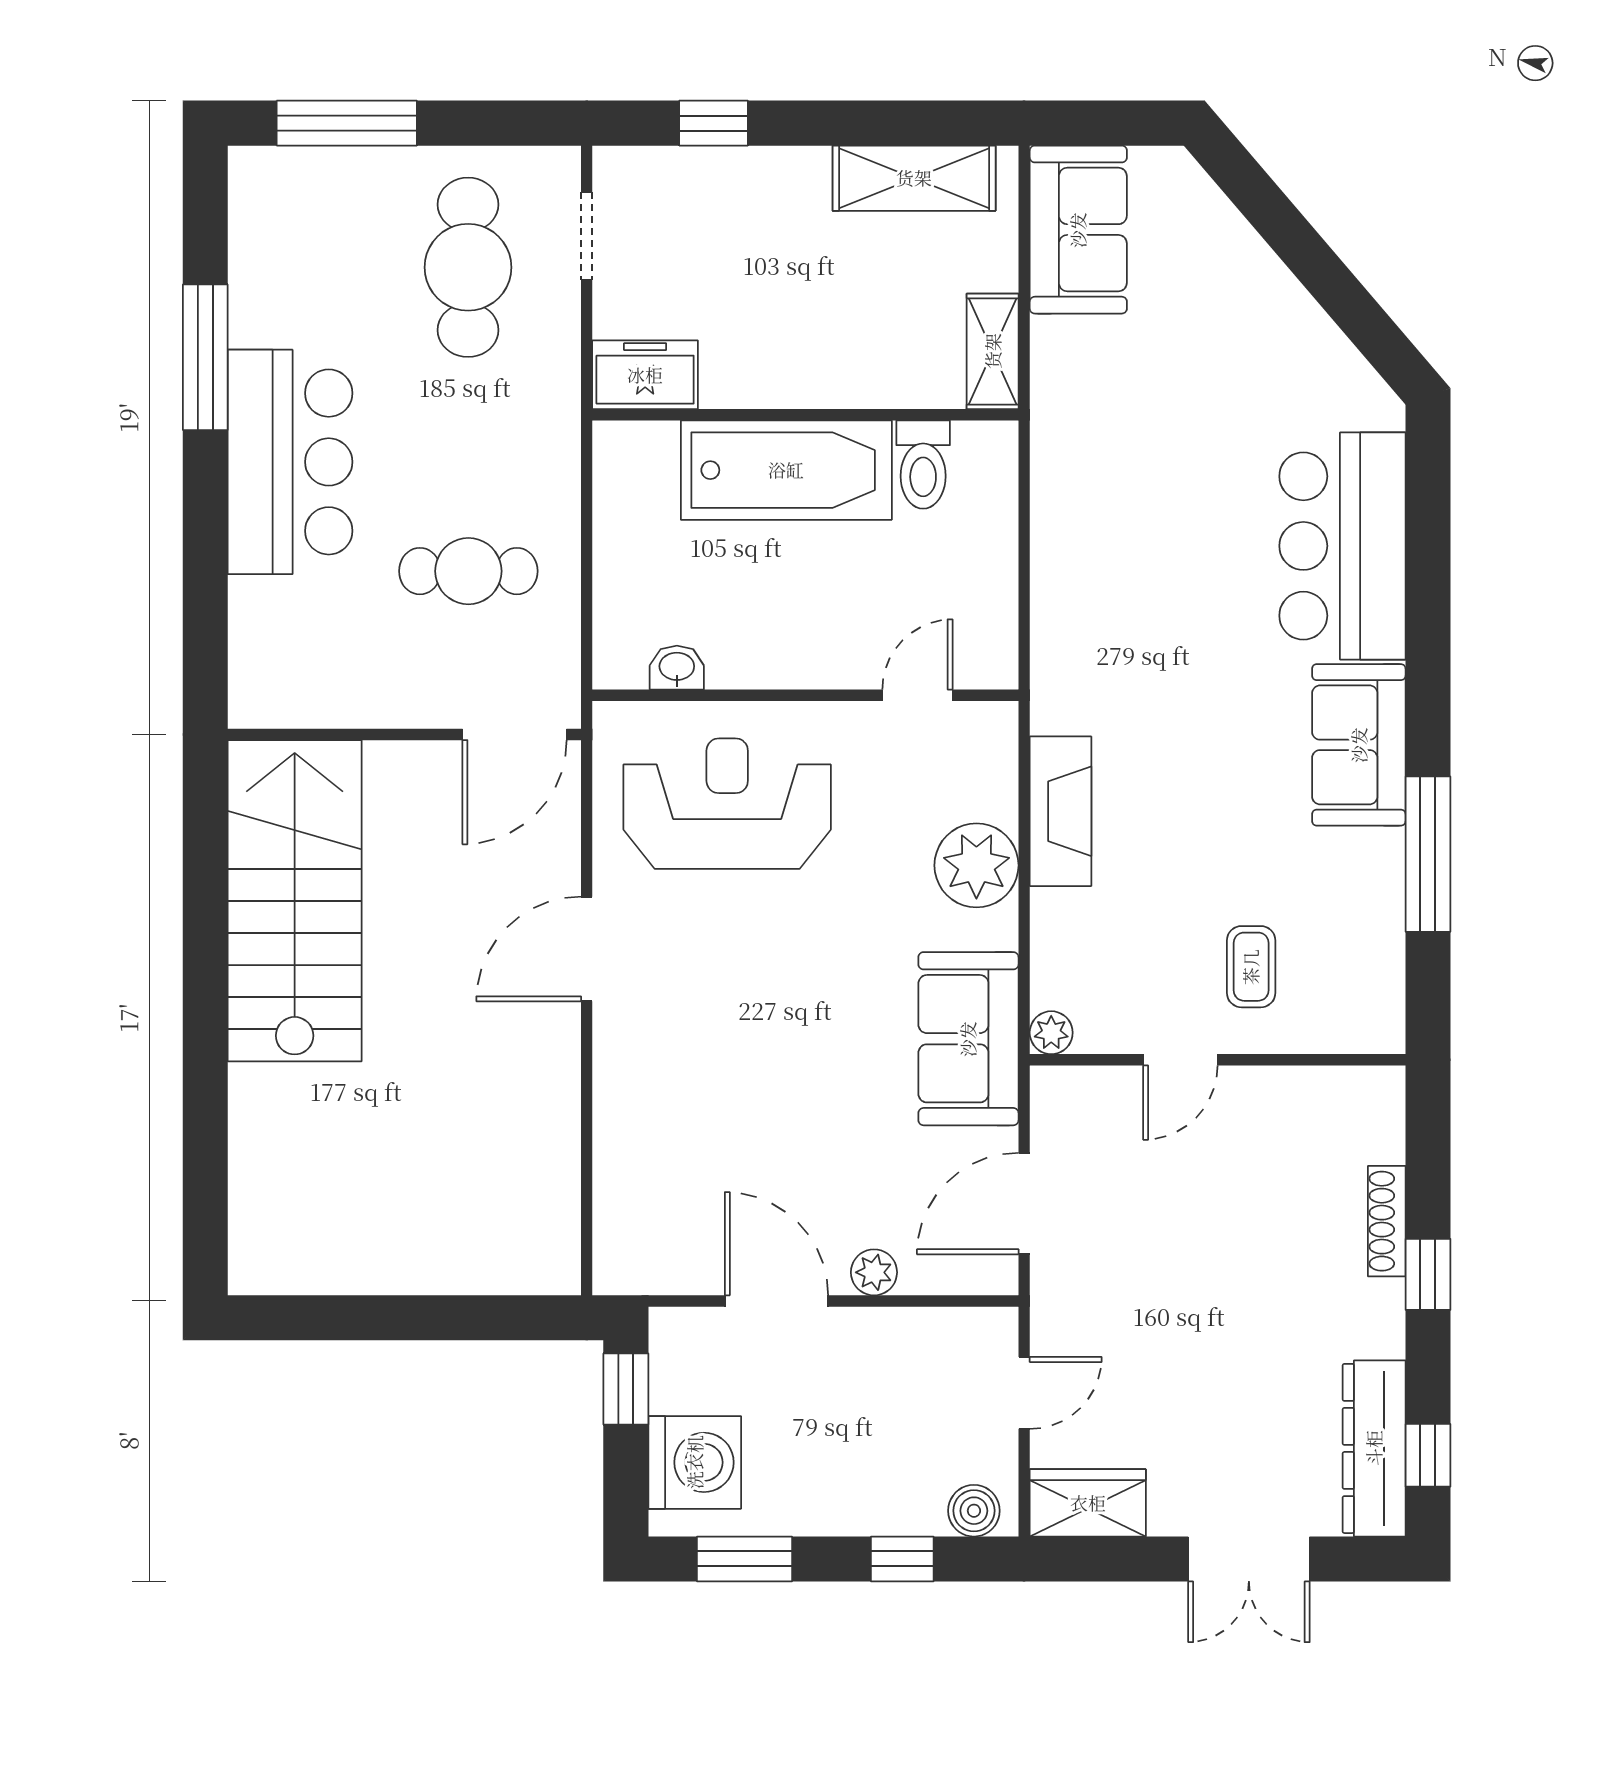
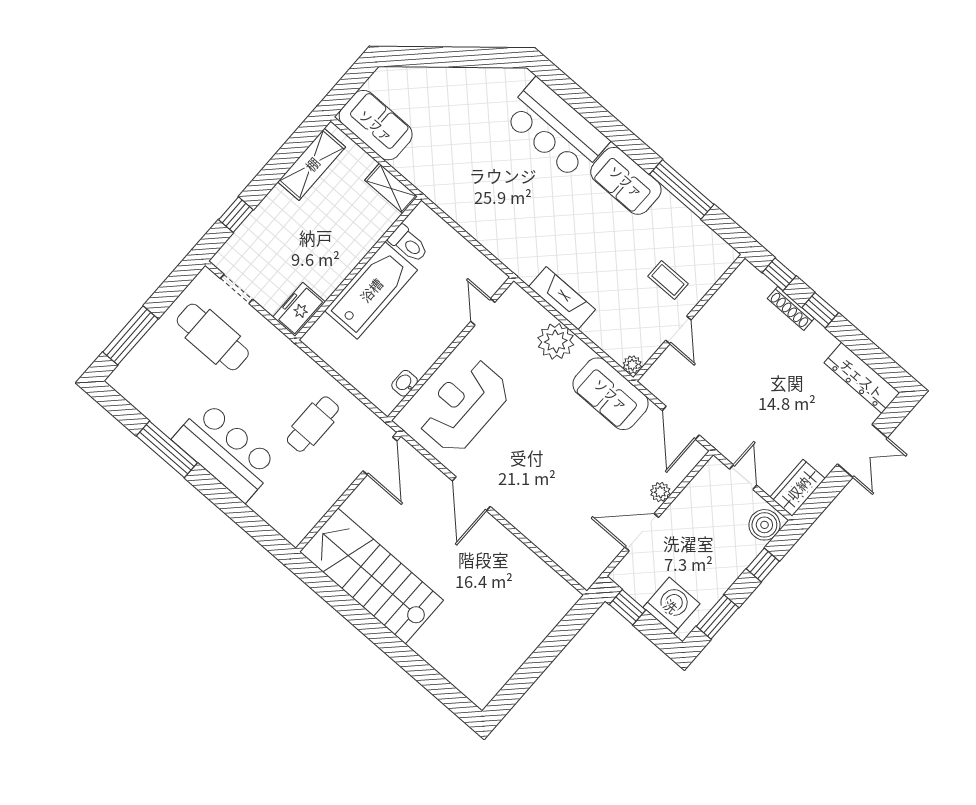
window: (1428, 1455) -> (779, 274), moved
boiler: (974, 1511) -> (764, 525), width x1.36, depth x1.36

